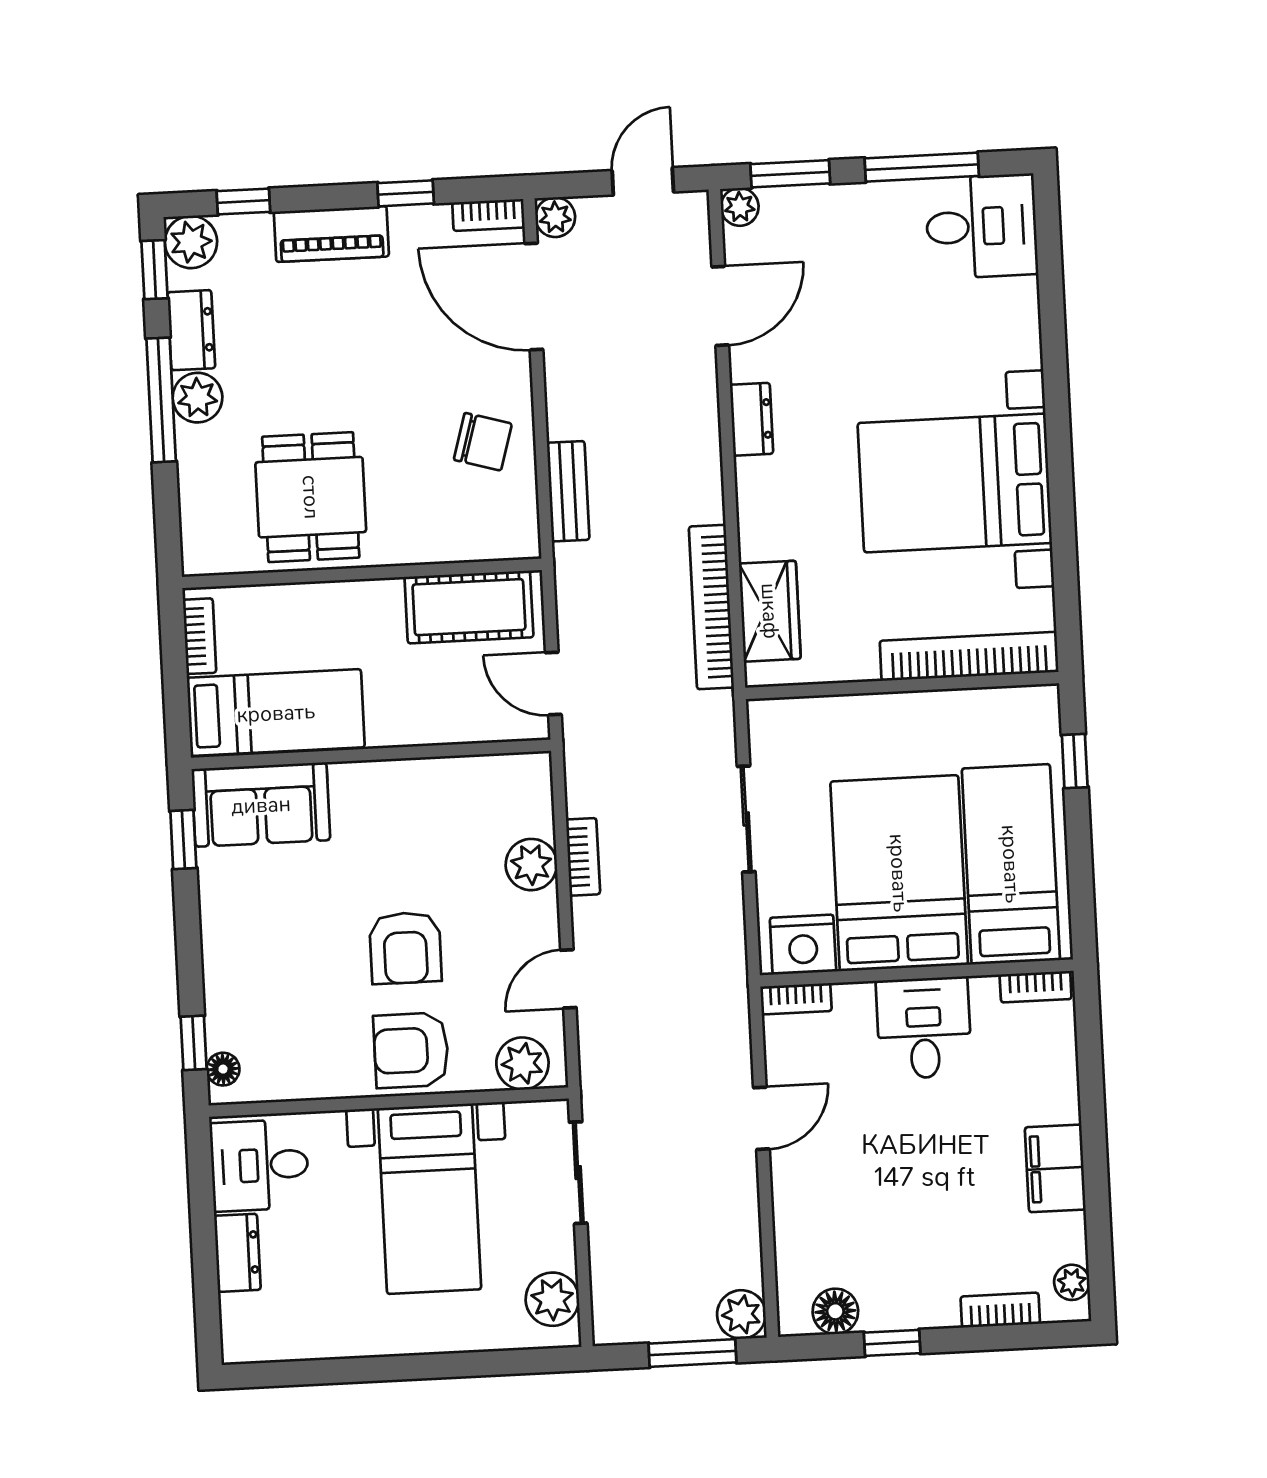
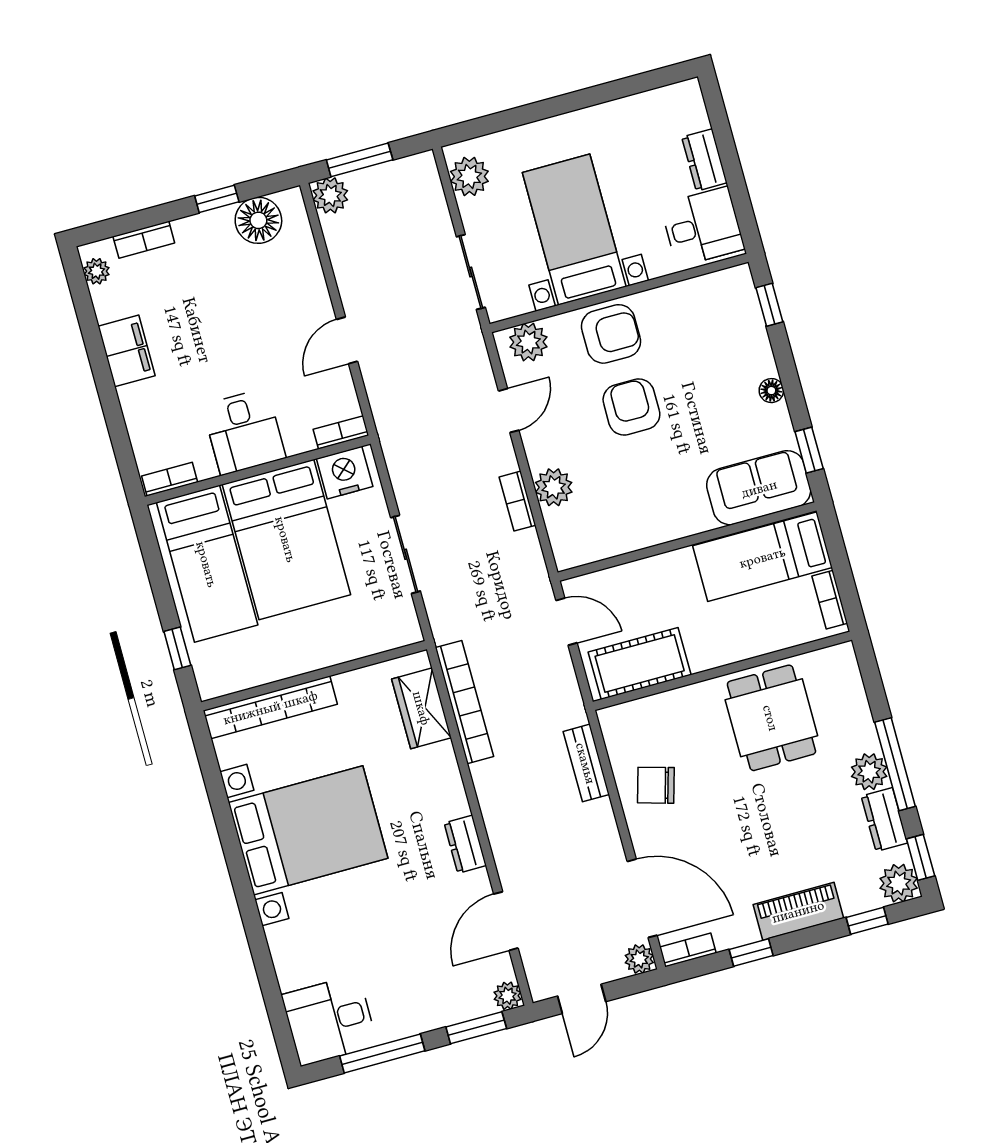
floor lamp: (223, 1069) -> (771, 391), moved
floor lamp: (835, 1311) -> (258, 220), width x1.38, depth x1.38

